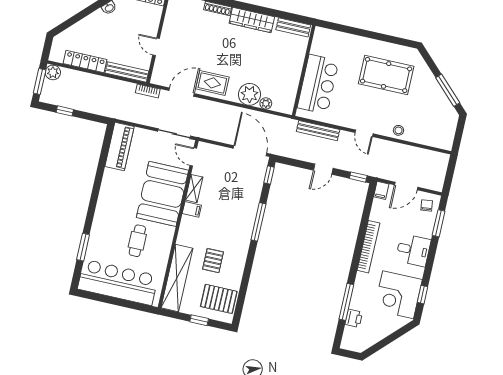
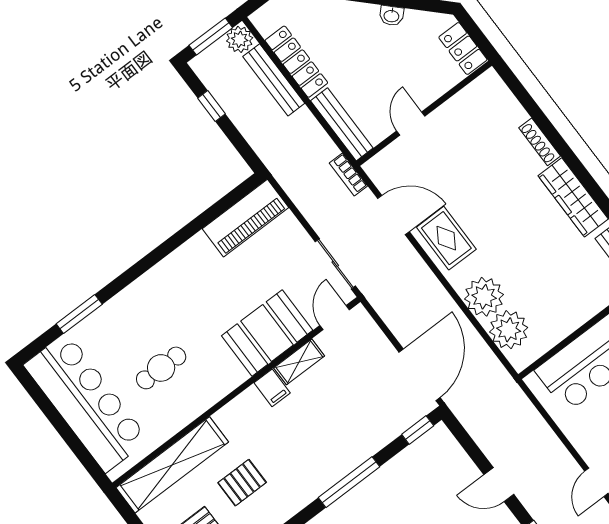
plant: (266, 103) -> (509, 330), width x1.87, depth x1.87
bench: (318, 131) -> (274, 80), moved
booth: (162, 194) -> (267, 333), width x0.73, depth x0.70

